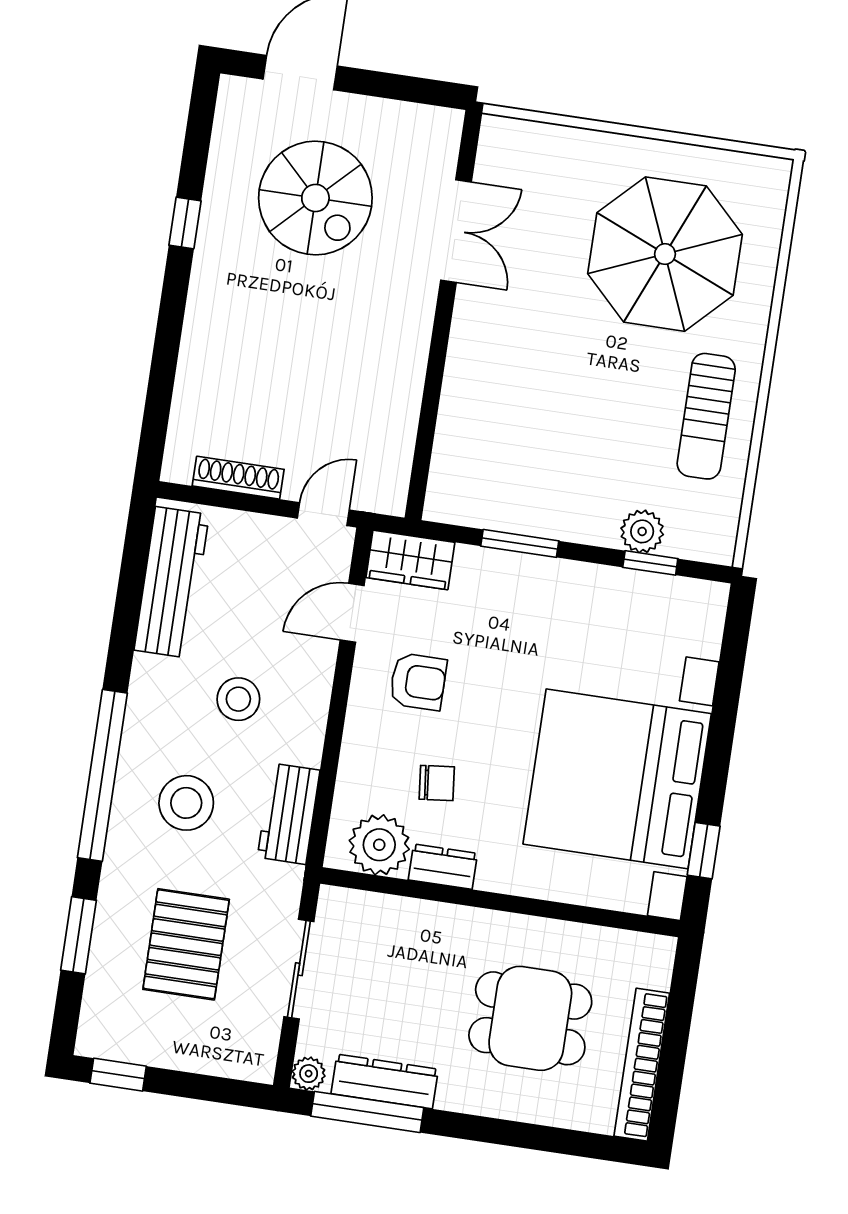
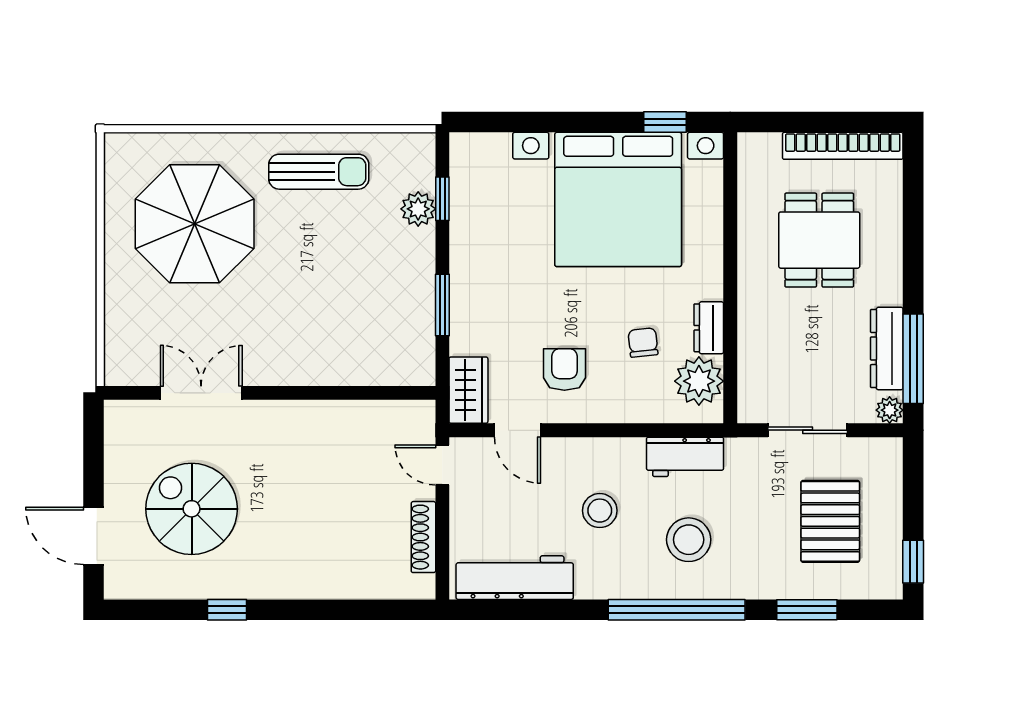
spiral stairs: (315, 198) -> (192, 509), turned -90
pallet: (186, 944) -> (830, 521), moved, turned 90

